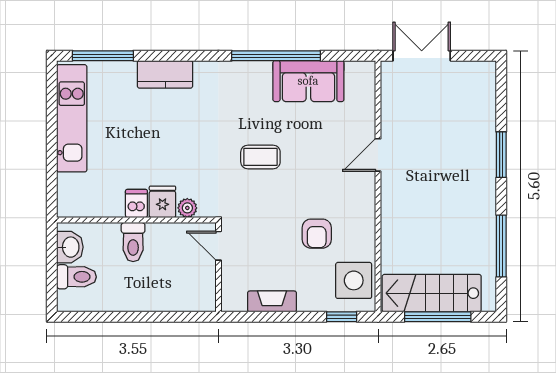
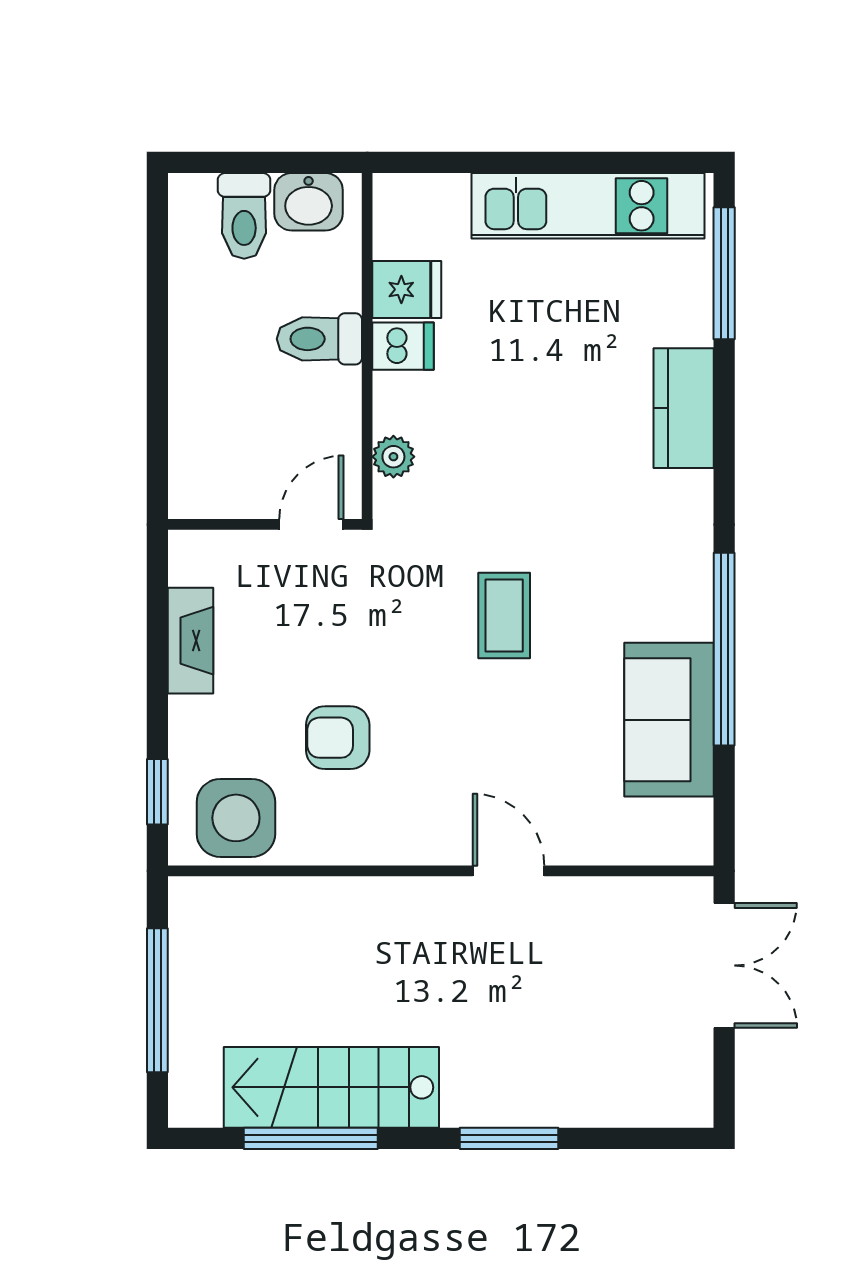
fridge: (162, 202) -> (407, 289), moved
stairs: (432, 293) -> (331, 1087), moved, turned -90

